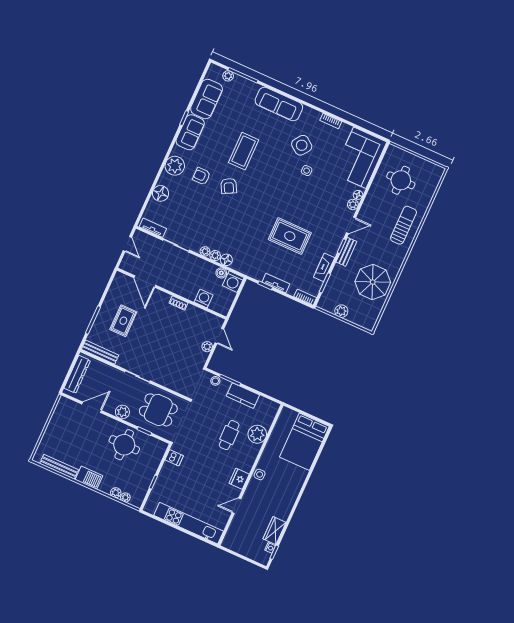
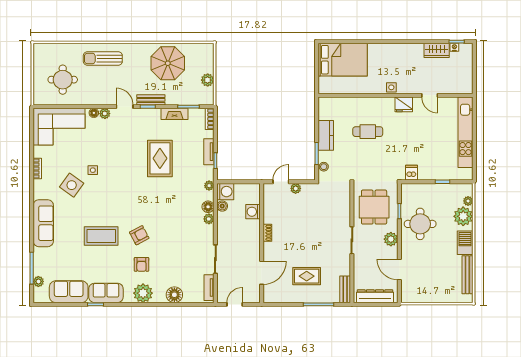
plant: (205, 251) -> (209, 186), moved
bench: (100, 352) -> (345, 289), width x0.73
plant: (257, 434) -> (355, 106), removed
plant: (116, 493) -> (463, 216), width x1.88, depth x1.88

